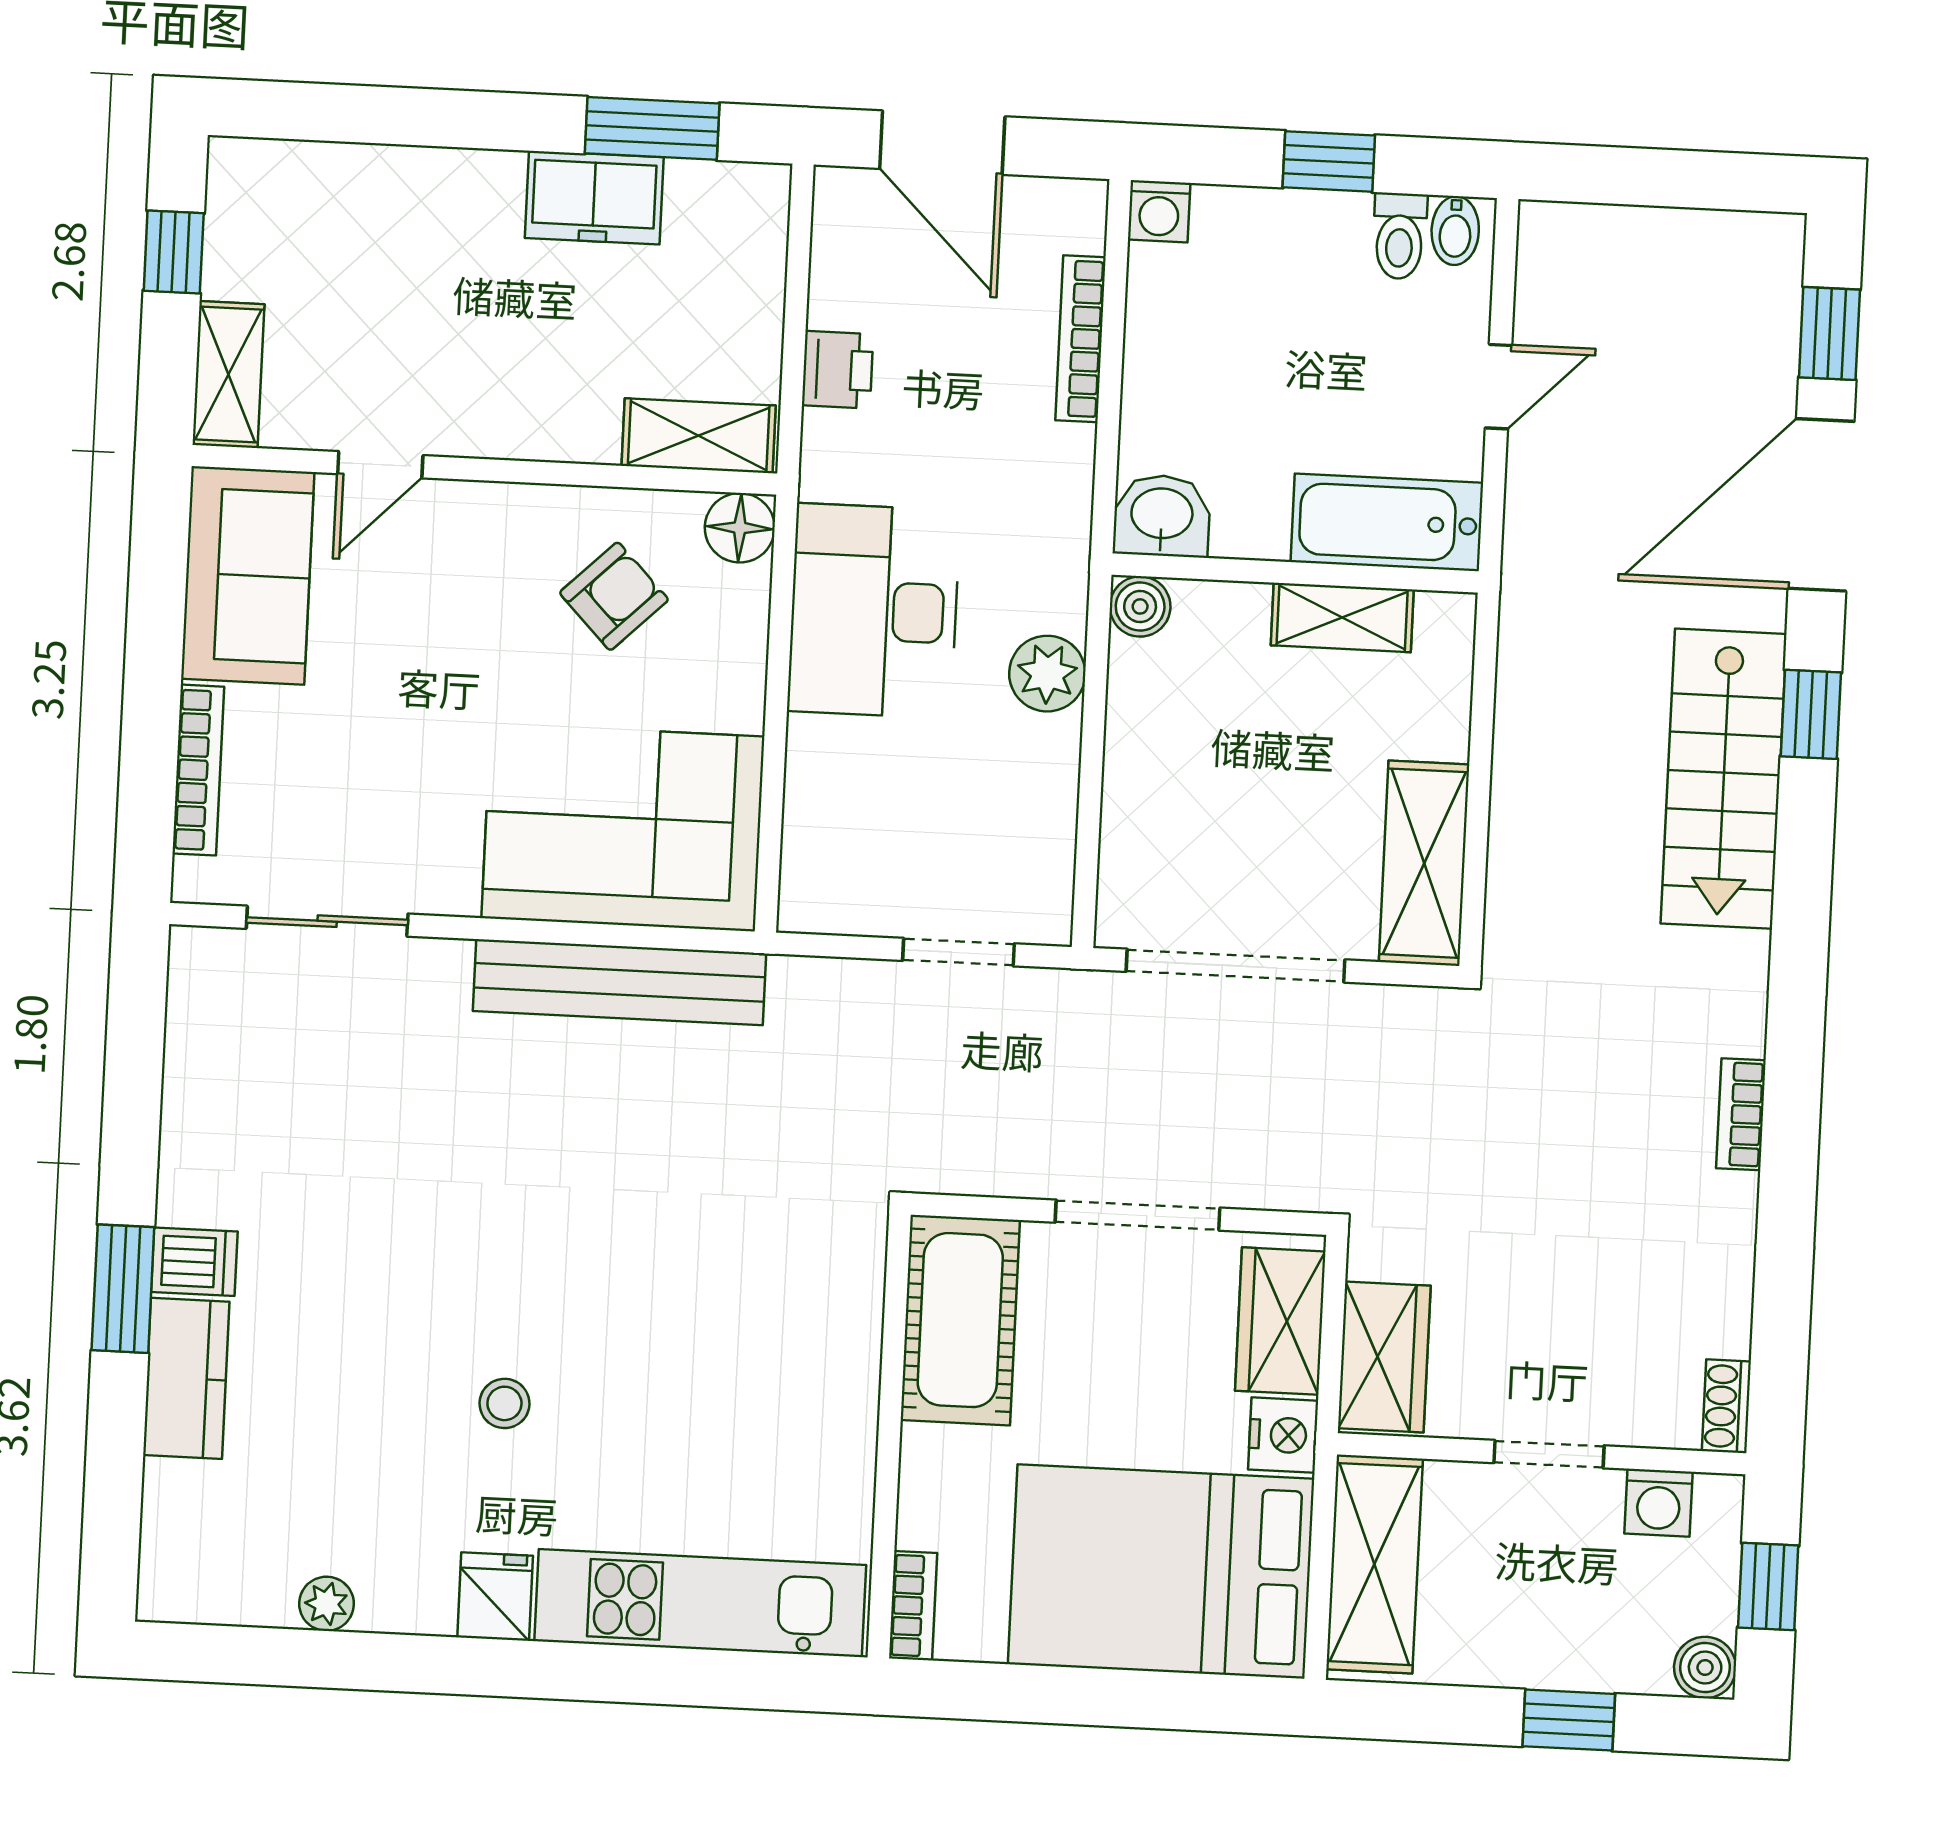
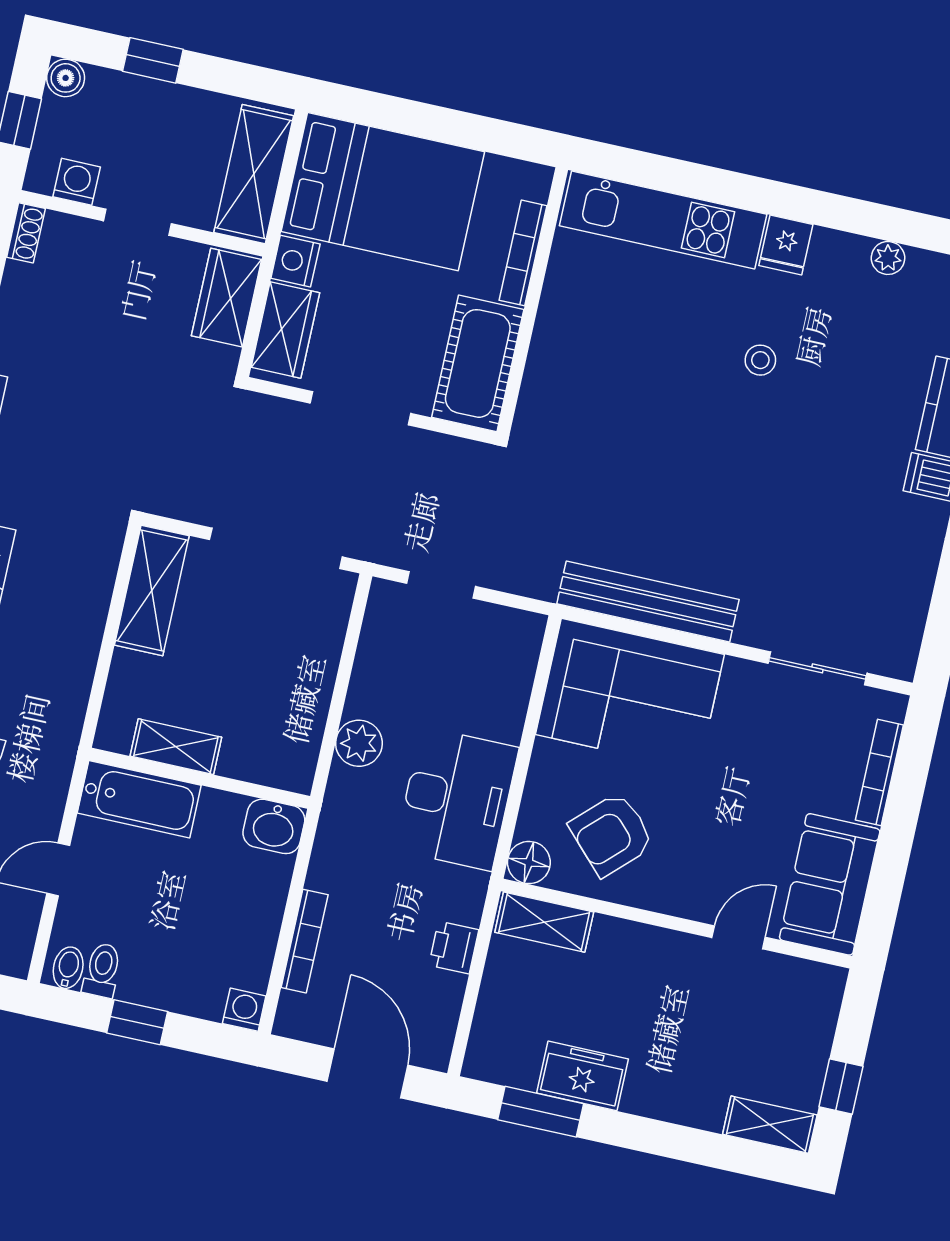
shelving: (228, 375) -> (770, 1125), moved, turned 90
armchair: (614, 596) -> (612, 834), width x1.38, depth x1.38
boiler: (1140, 606) -> (296, 774), removed
bookcase: (913, 1606) -> (523, 253), moved, width x1.56

